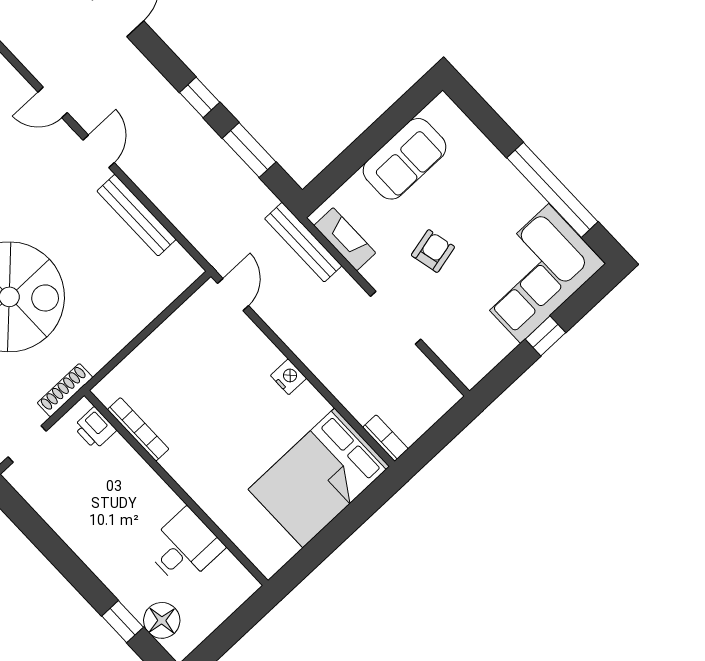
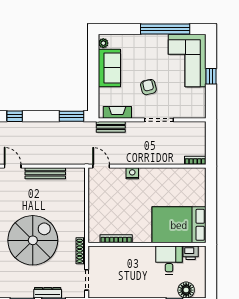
window: (200, 97) -> (15, 116), moved
plant: (435, 111) -> (103, 43), added
window: (249, 150) -> (71, 116), moved
bench: (303, 242) -> (111, 127), width x0.73
nightstand: (289, 377) -> (132, 173), moved
printer: (95, 428) -> (191, 253), moved
bed: (319, 478) -> (179, 225), moved, turned 90

